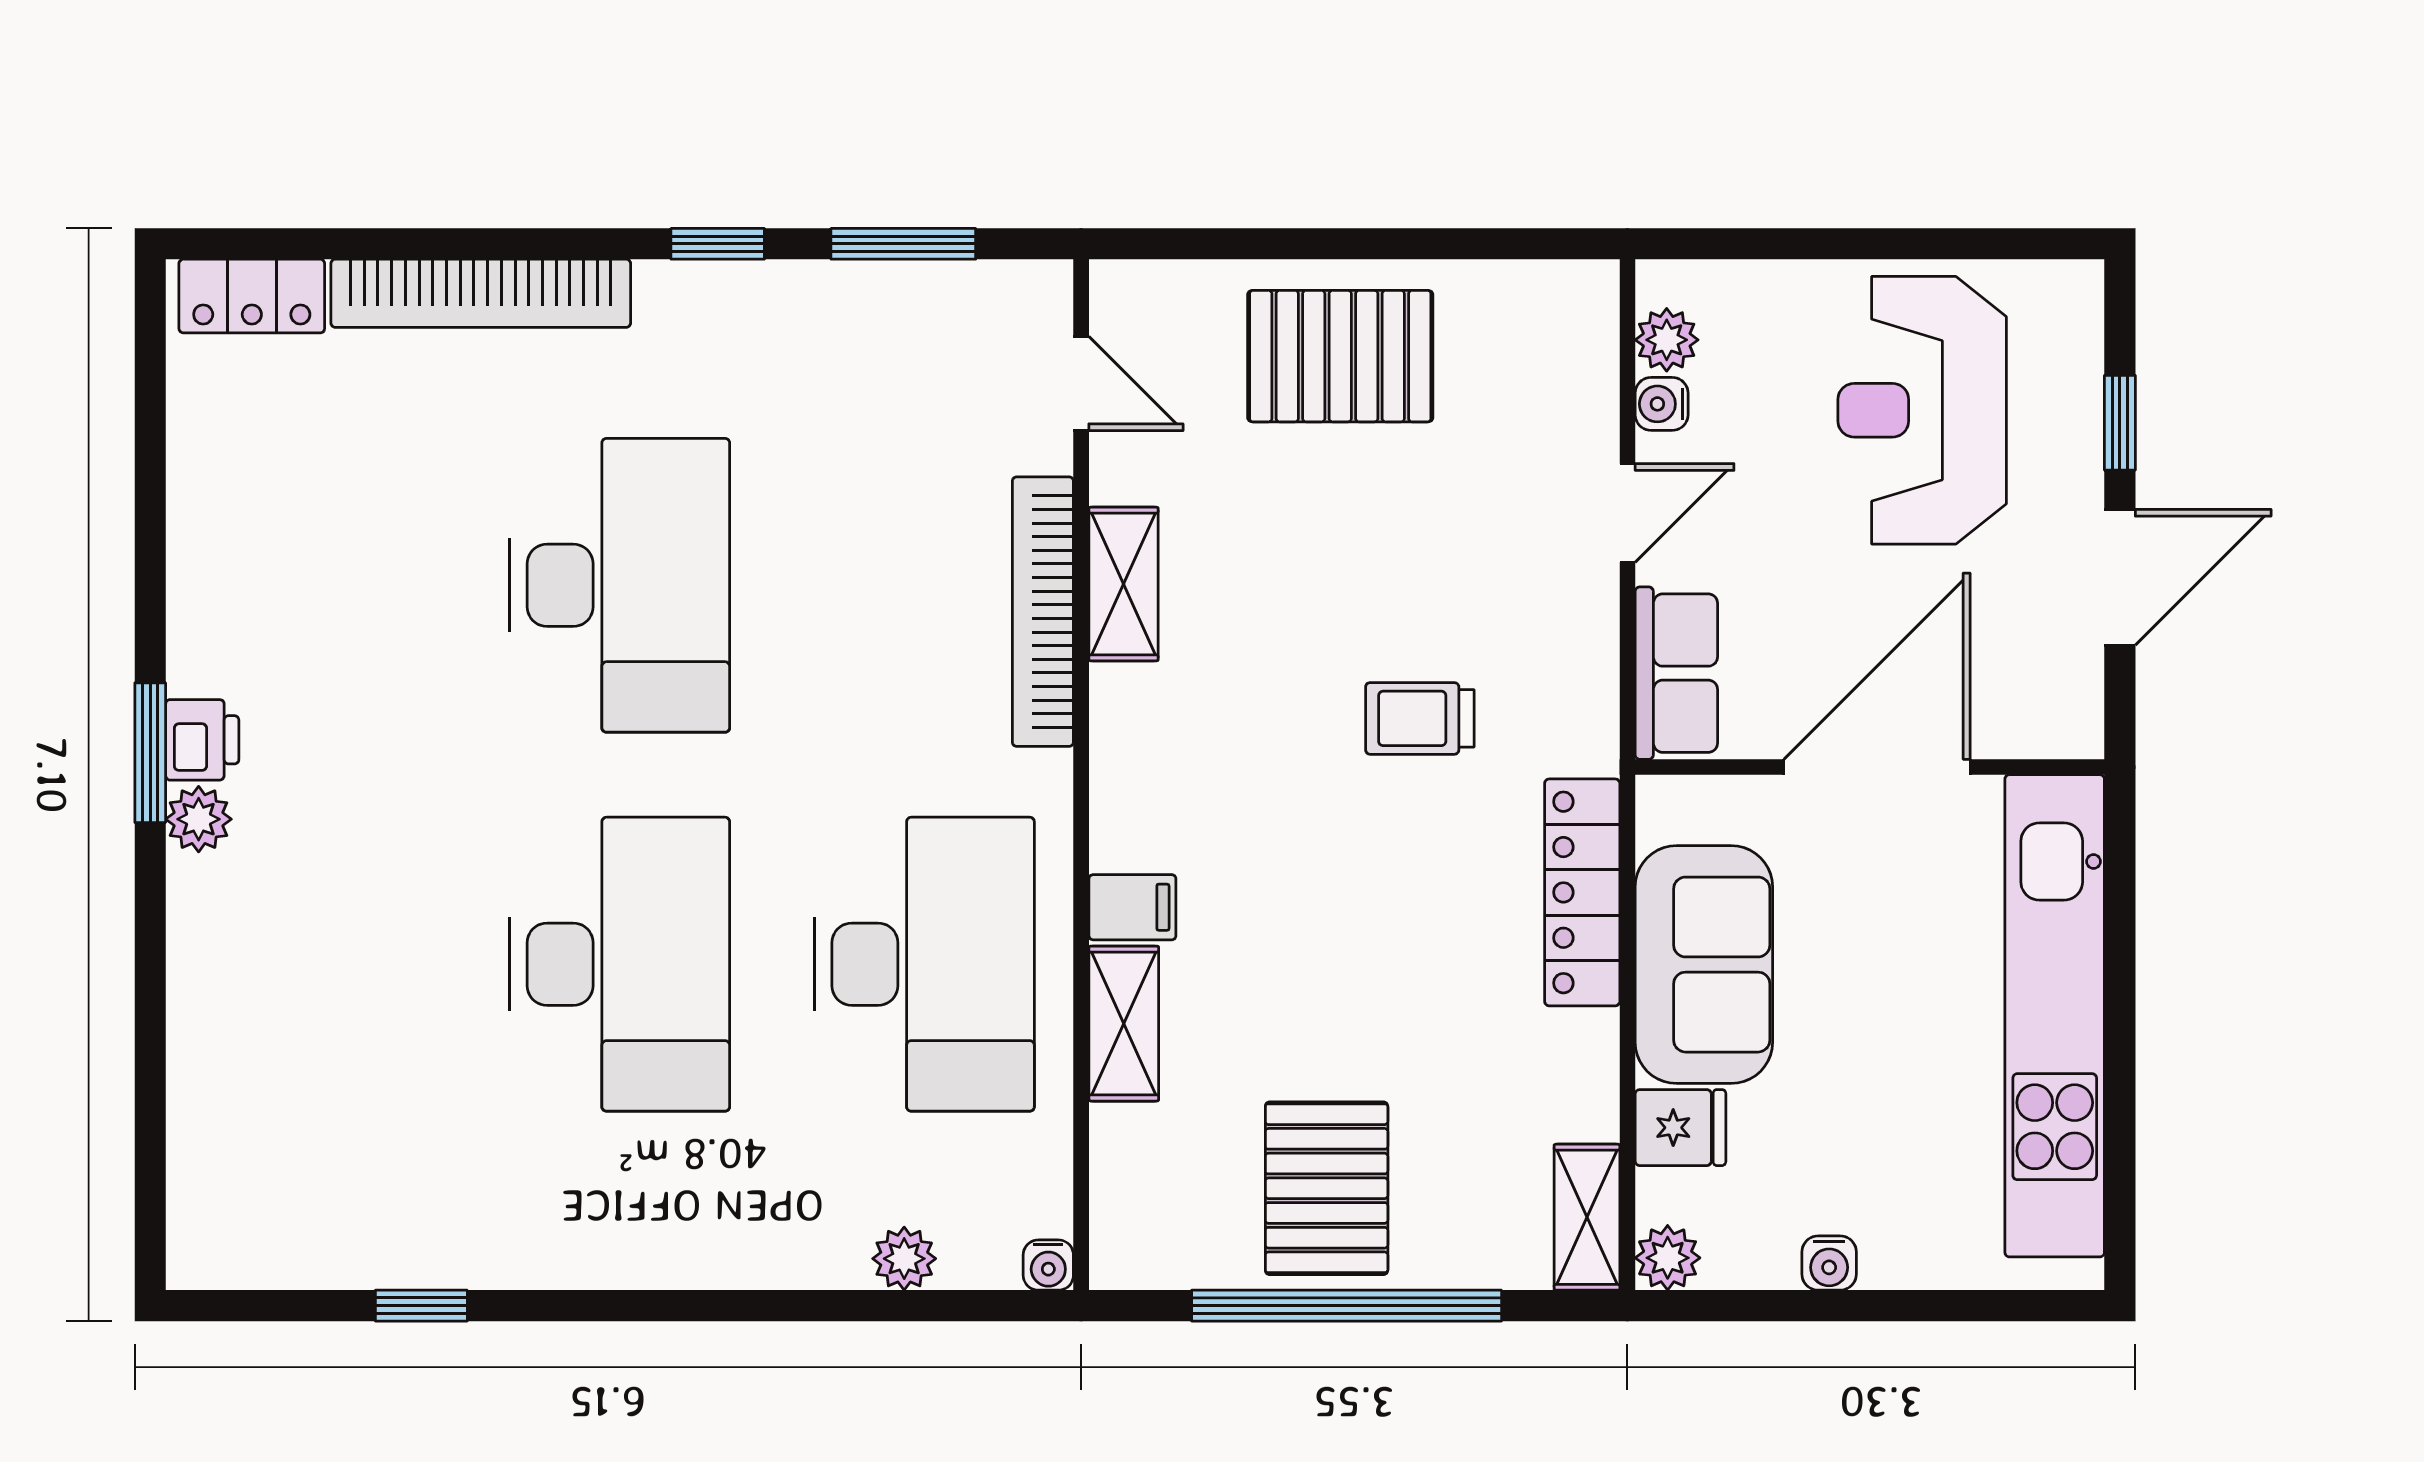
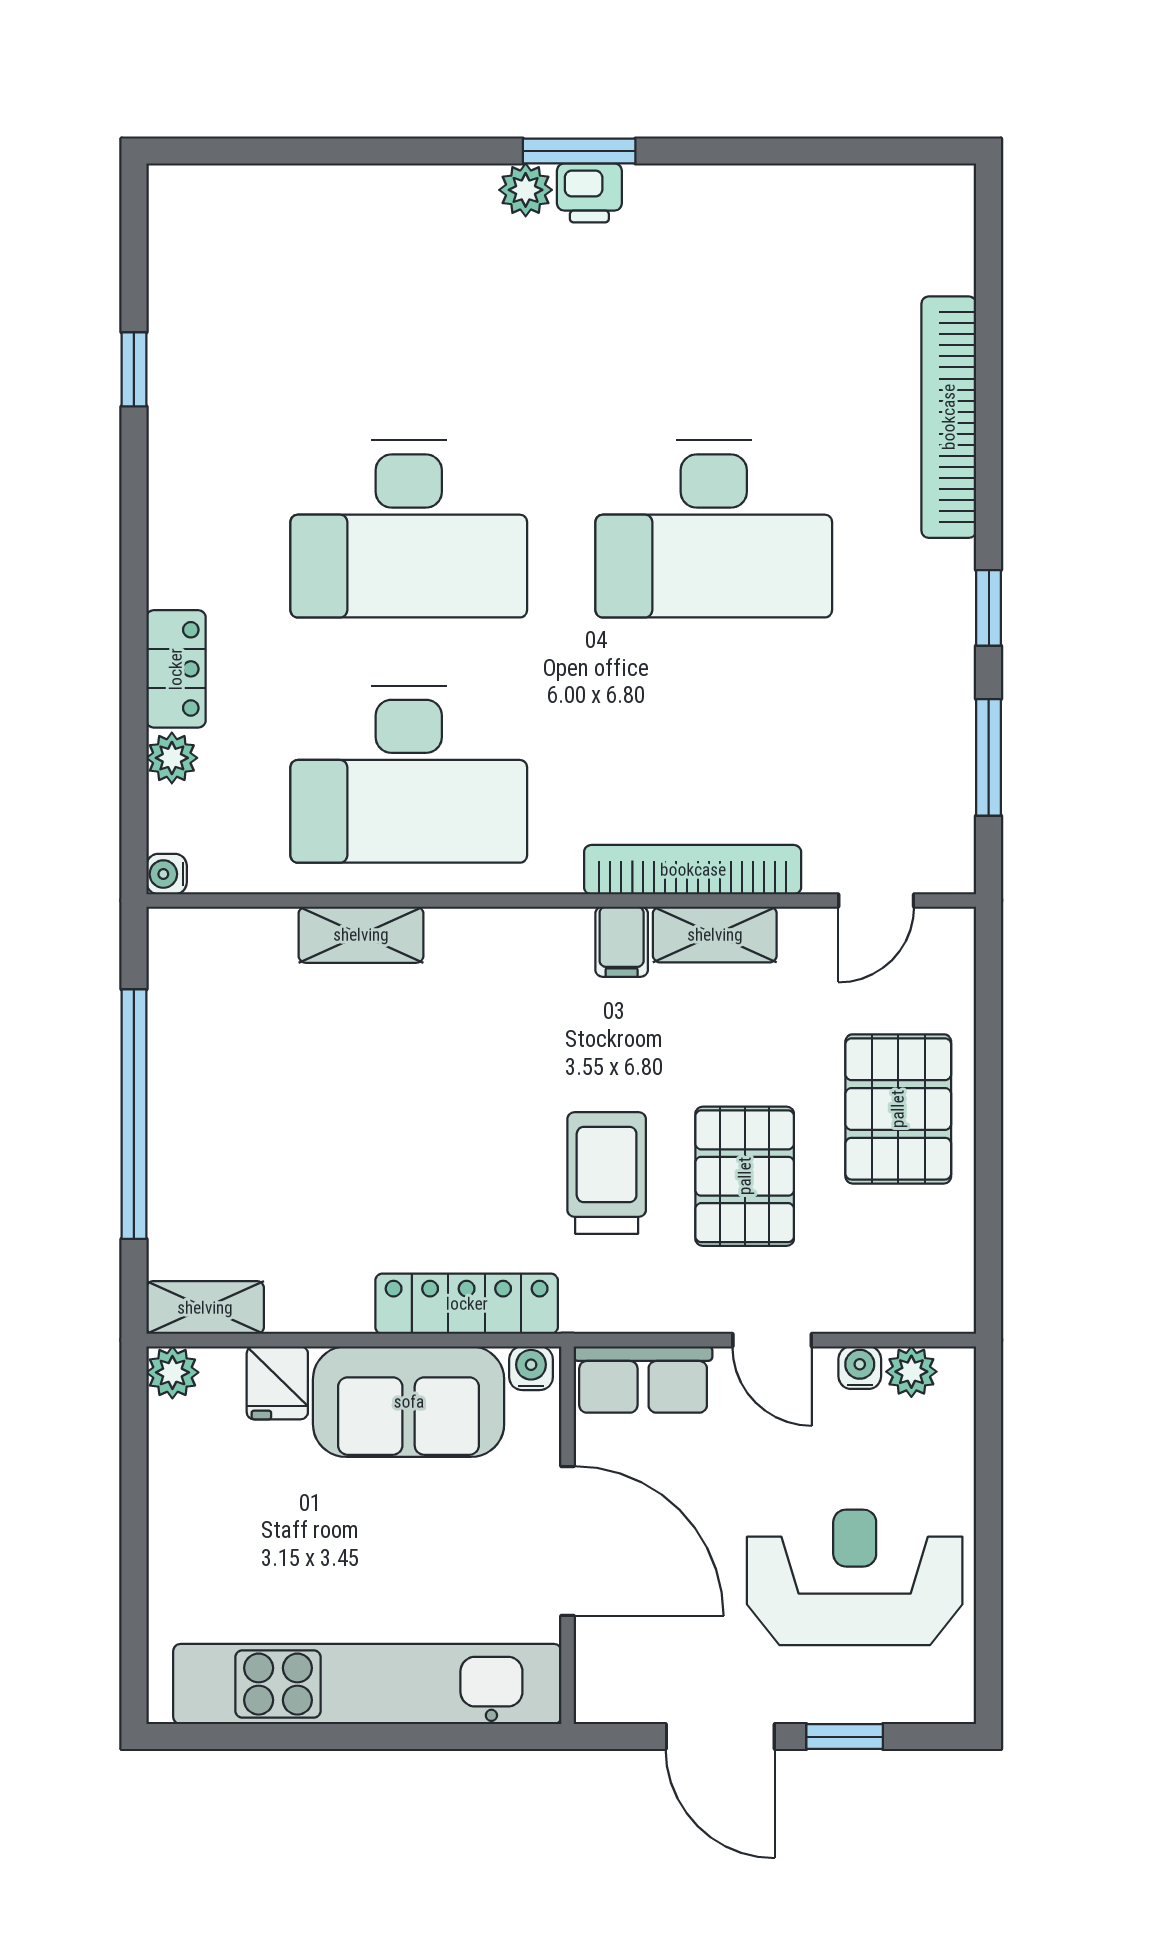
locker: (252, 296) -> (176, 669), moved, turned 180
trolley: (1420, 718) -> (607, 1173), width x1.36, depth x1.39
filing cabinet: (1132, 907) -> (622, 942), moved
pallet: (1327, 1188) -> (745, 1176), moved, turned 90
water cooler: (1829, 1263) -> (531, 1368), moved, turned 90

